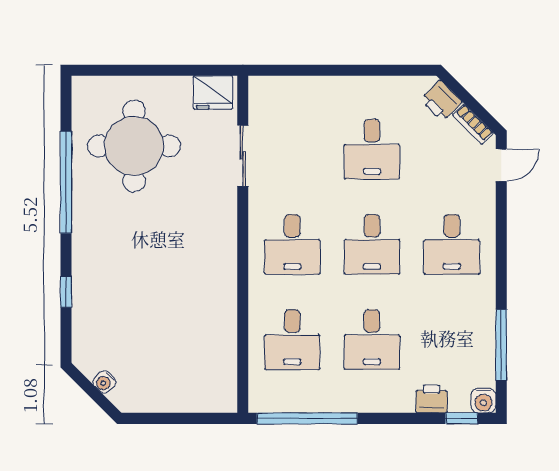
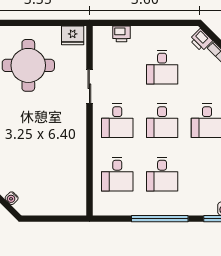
sliding door: (243, 156) -> (89, 86), moved
printer: (432, 399) -> (122, 34), moved, turned 180
window: (307, 418) -> (160, 219), moved

